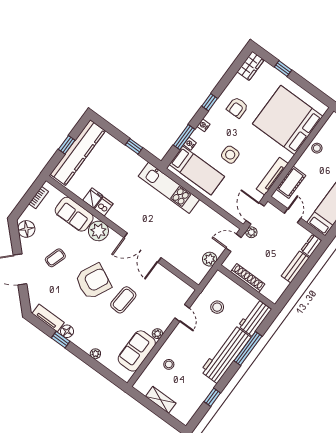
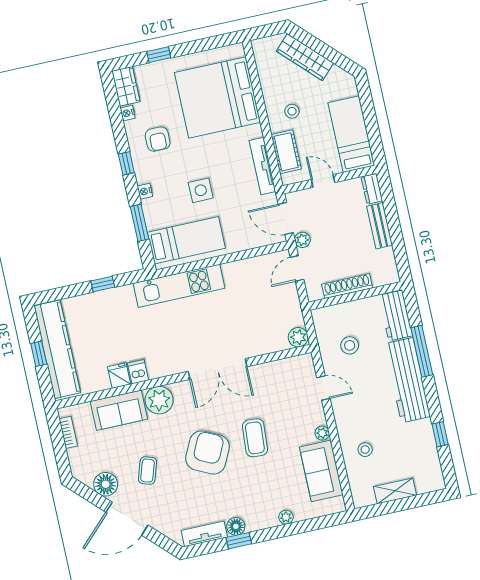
nightstand: (190, 144) -> (128, 113), moved
stool: (317, 148) -> (292, 111), moved
floor lamp: (26, 229) -> (106, 484), moved
plant: (210, 259) -> (298, 337), moved

